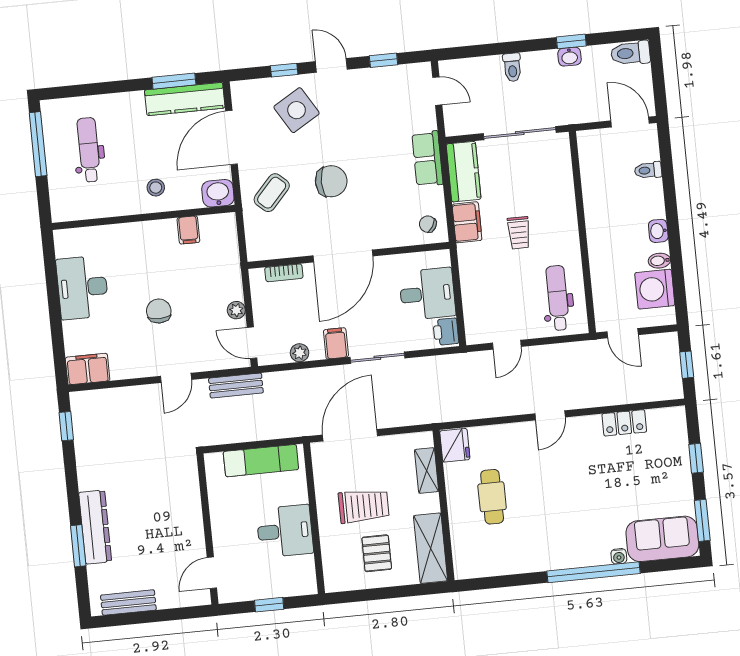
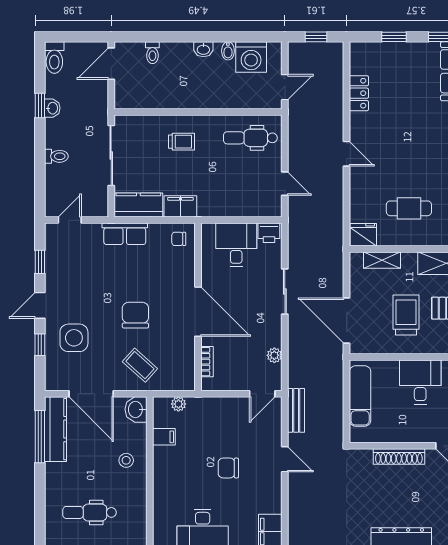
window: (174, 81) -> (40, 437), width x1.44
side table: (297, 110) -> (74, 338), turned 31
chair: (428, 224) -> (179, 239), turned 59
trolley: (519, 233) -> (182, 142), moved
plant: (236, 310) -> (178, 404), moved
filing cabinet: (336, 343) -> (270, 325), removed
shoe rack: (193, 514) -> (399, 457), added

